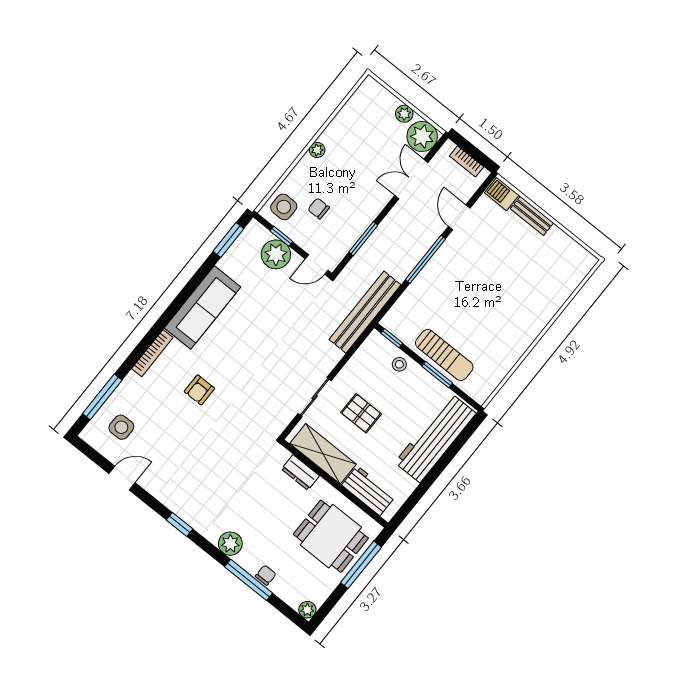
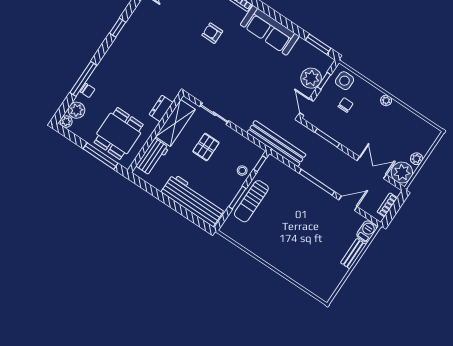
plant: (230, 544) -> (77, 110), moved

